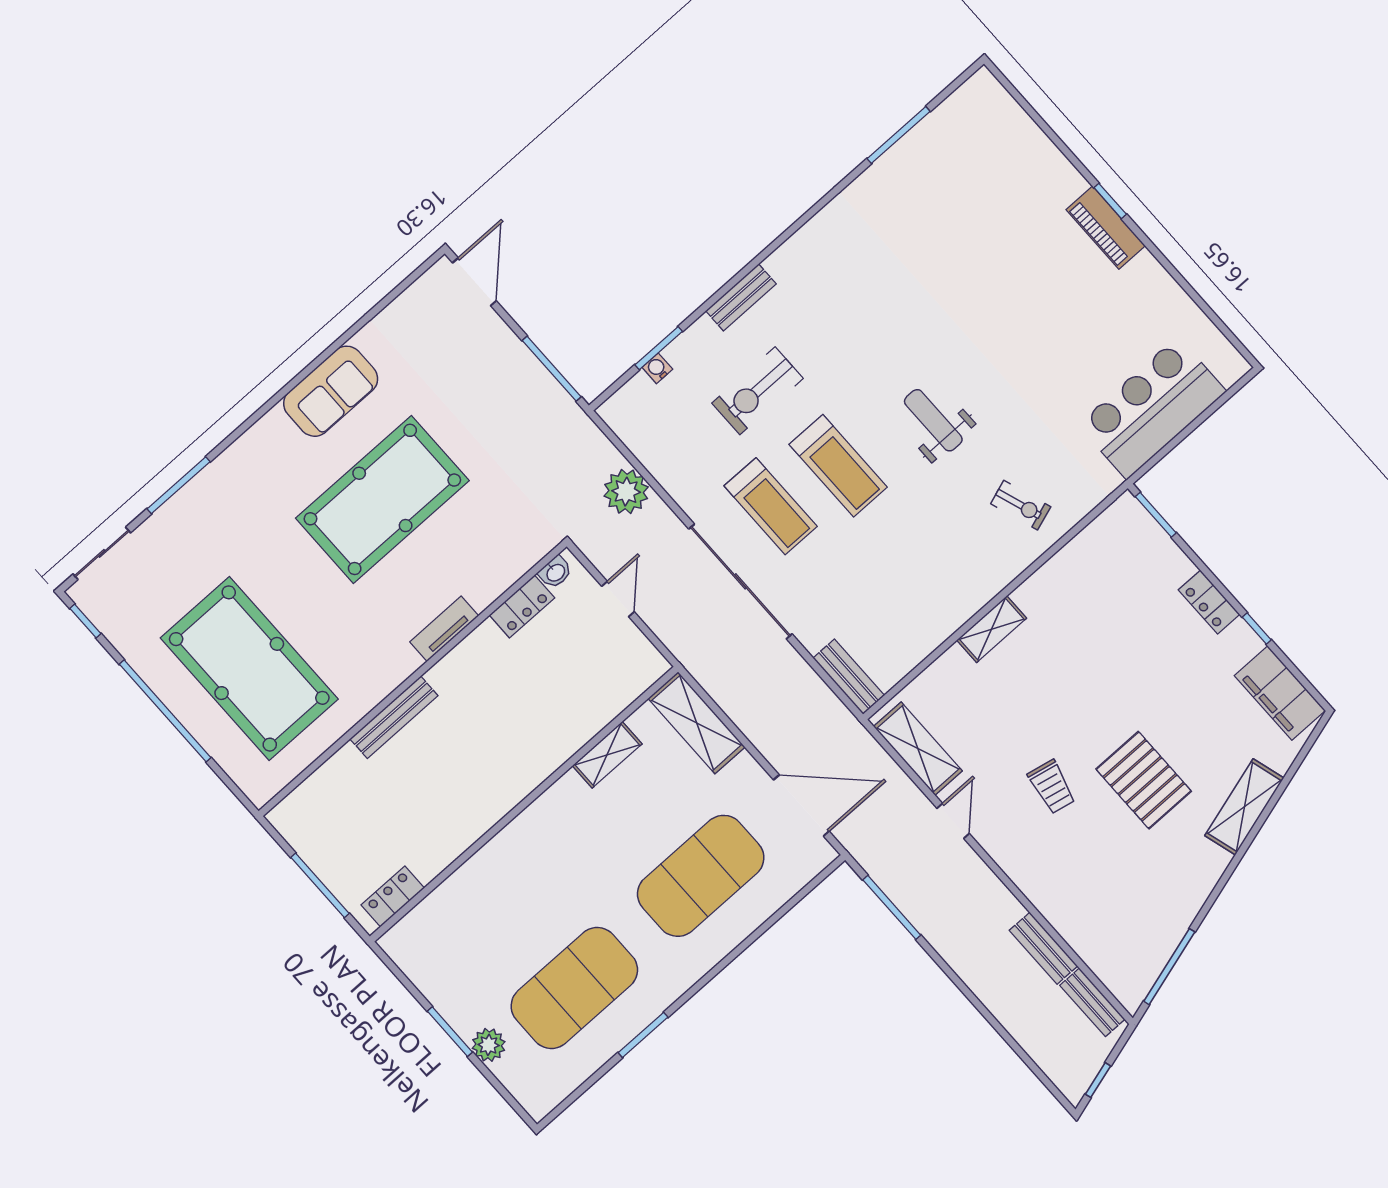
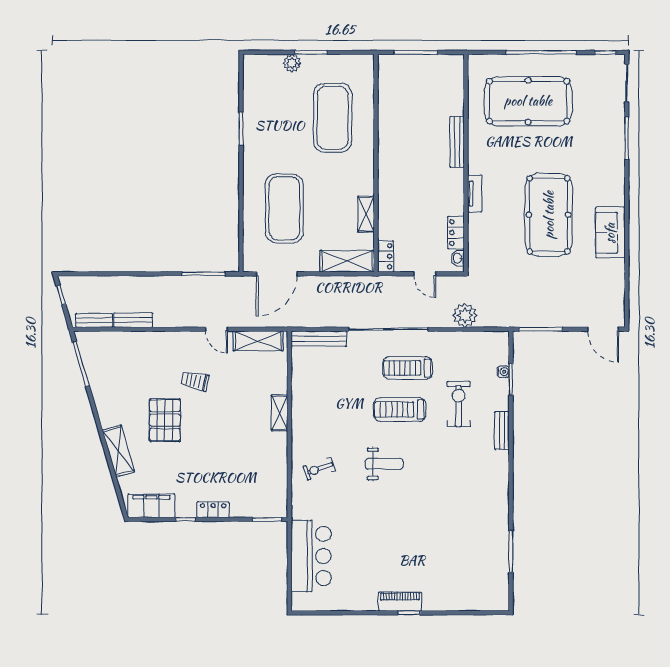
bench: (849, 677) -> (319, 339), width x1.36
pallet: (1144, 780) -> (165, 420), turned 90
locker: (393, 896) -> (386, 256), moved
exercise mat: (574, 988) -> (333, 118), moved

